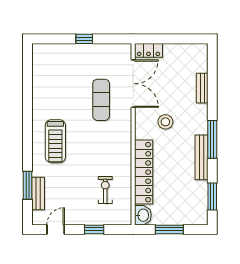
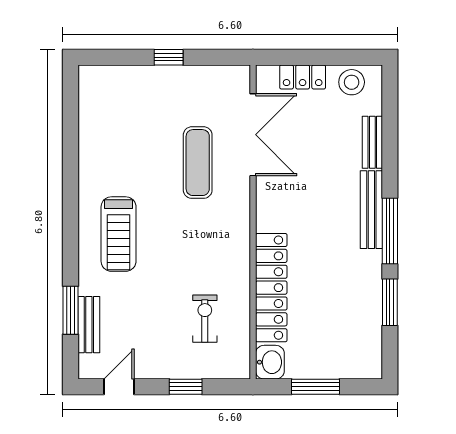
locker: (148, 50) -> (303, 77), moved
stool: (165, 122) -> (352, 82), moved
bench: (202, 157) -> (371, 210), moved
window: (212, 197) -> (390, 302), moved

